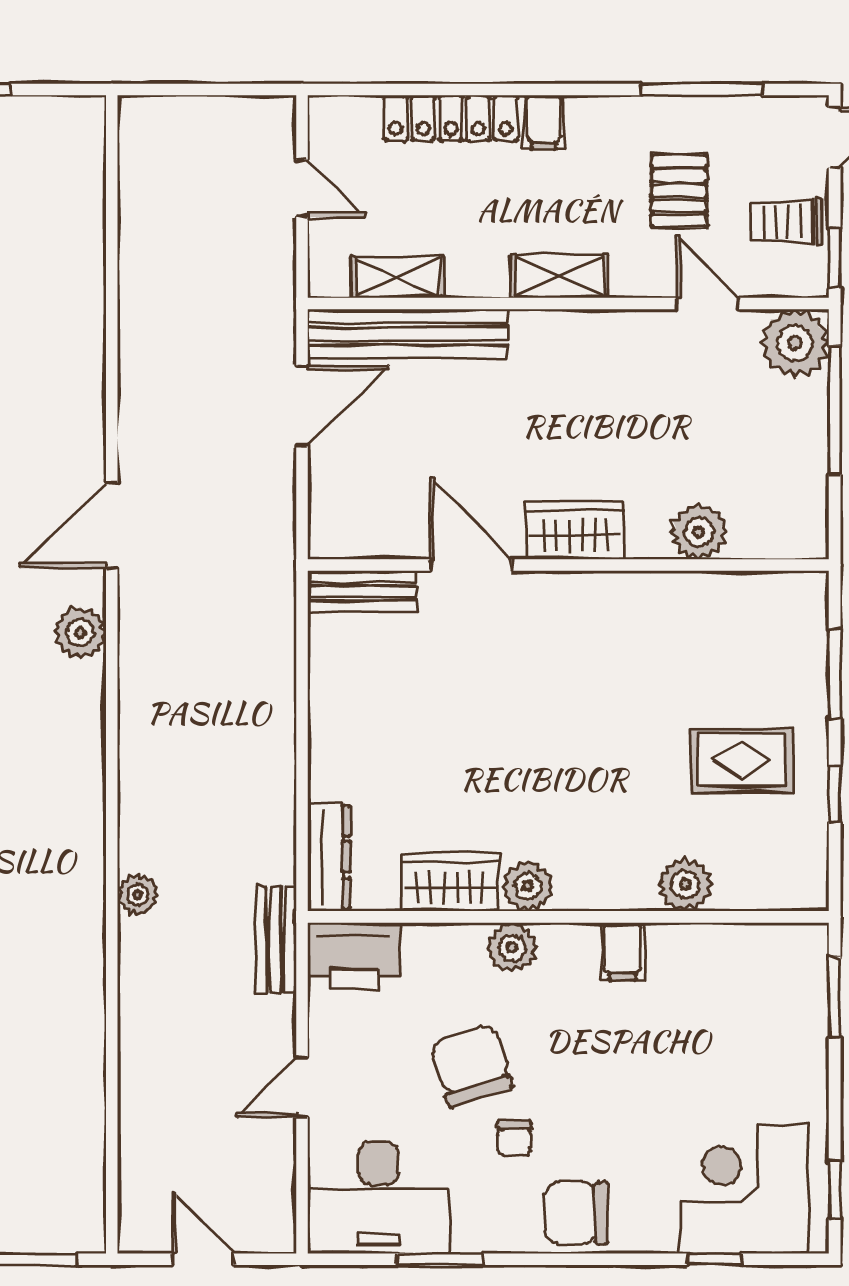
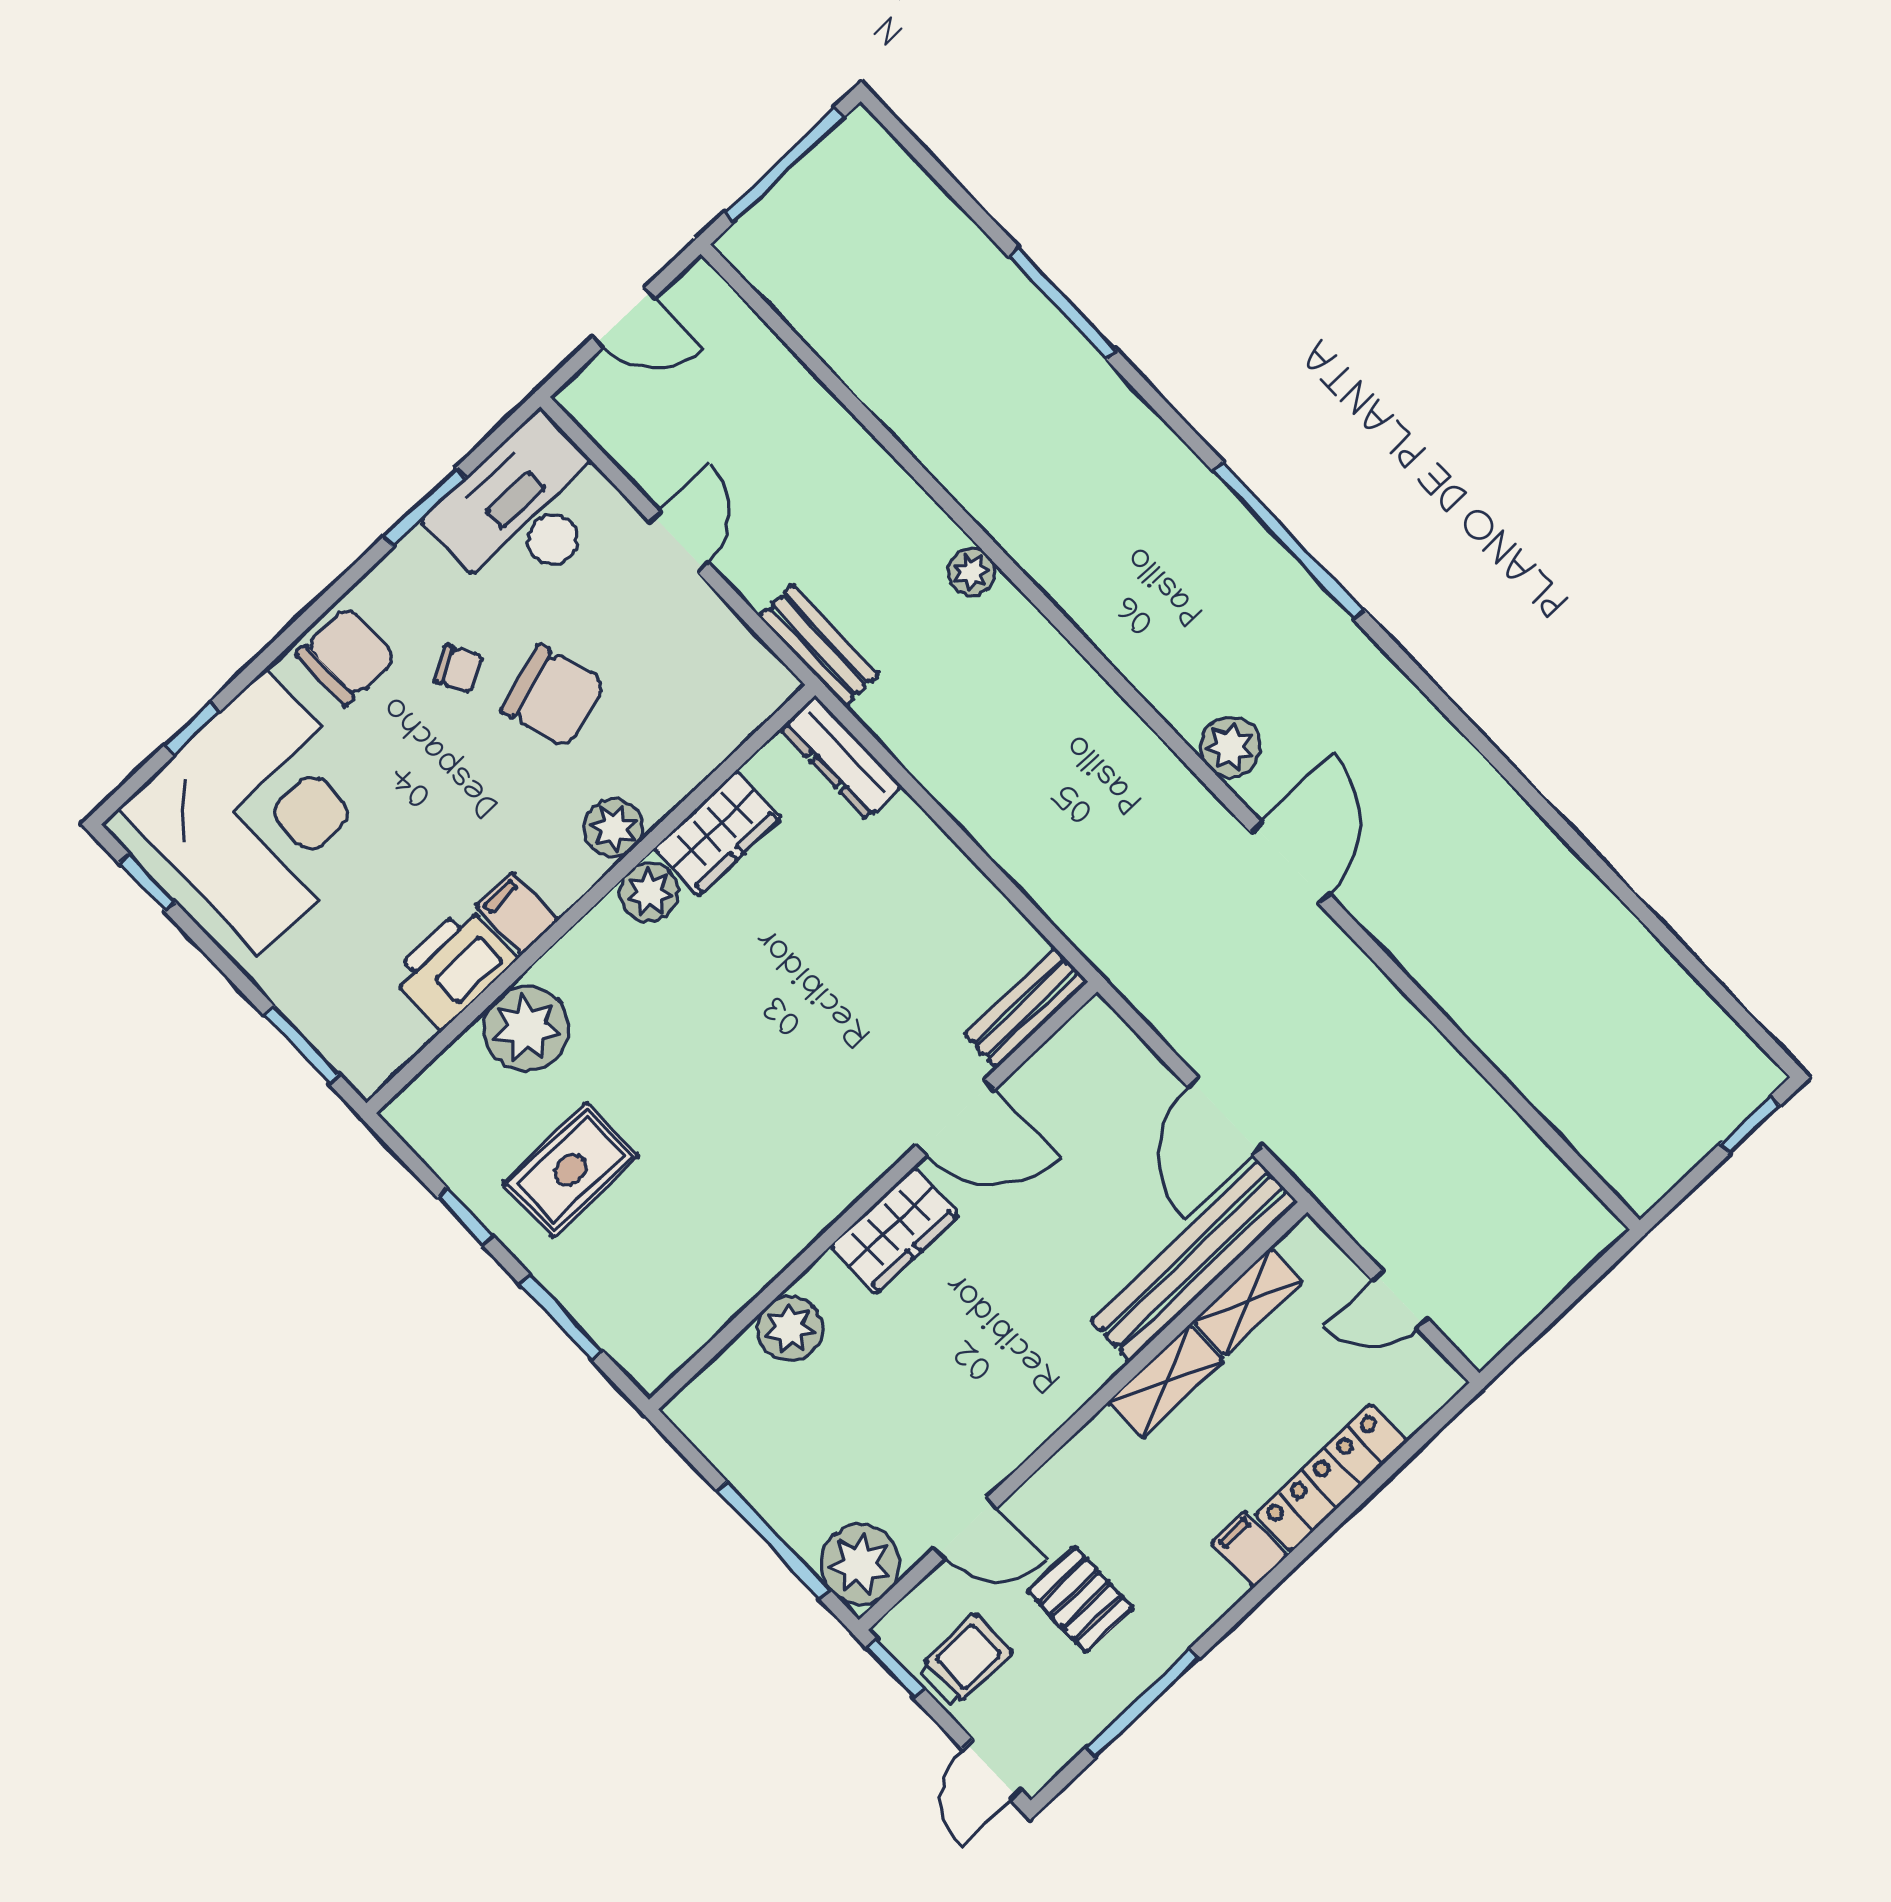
shelving: (559, 276) -> (1166, 1381), moved
plant: (685, 884) -> (526, 1028), width x1.36, depth x1.36
printer: (354, 956) -> (453, 968), moved
chair: (514, 1138) -> (459, 669), turned 151
corner desk: (745, 1189) -> (262, 812), width x1.36, depth x1.36

